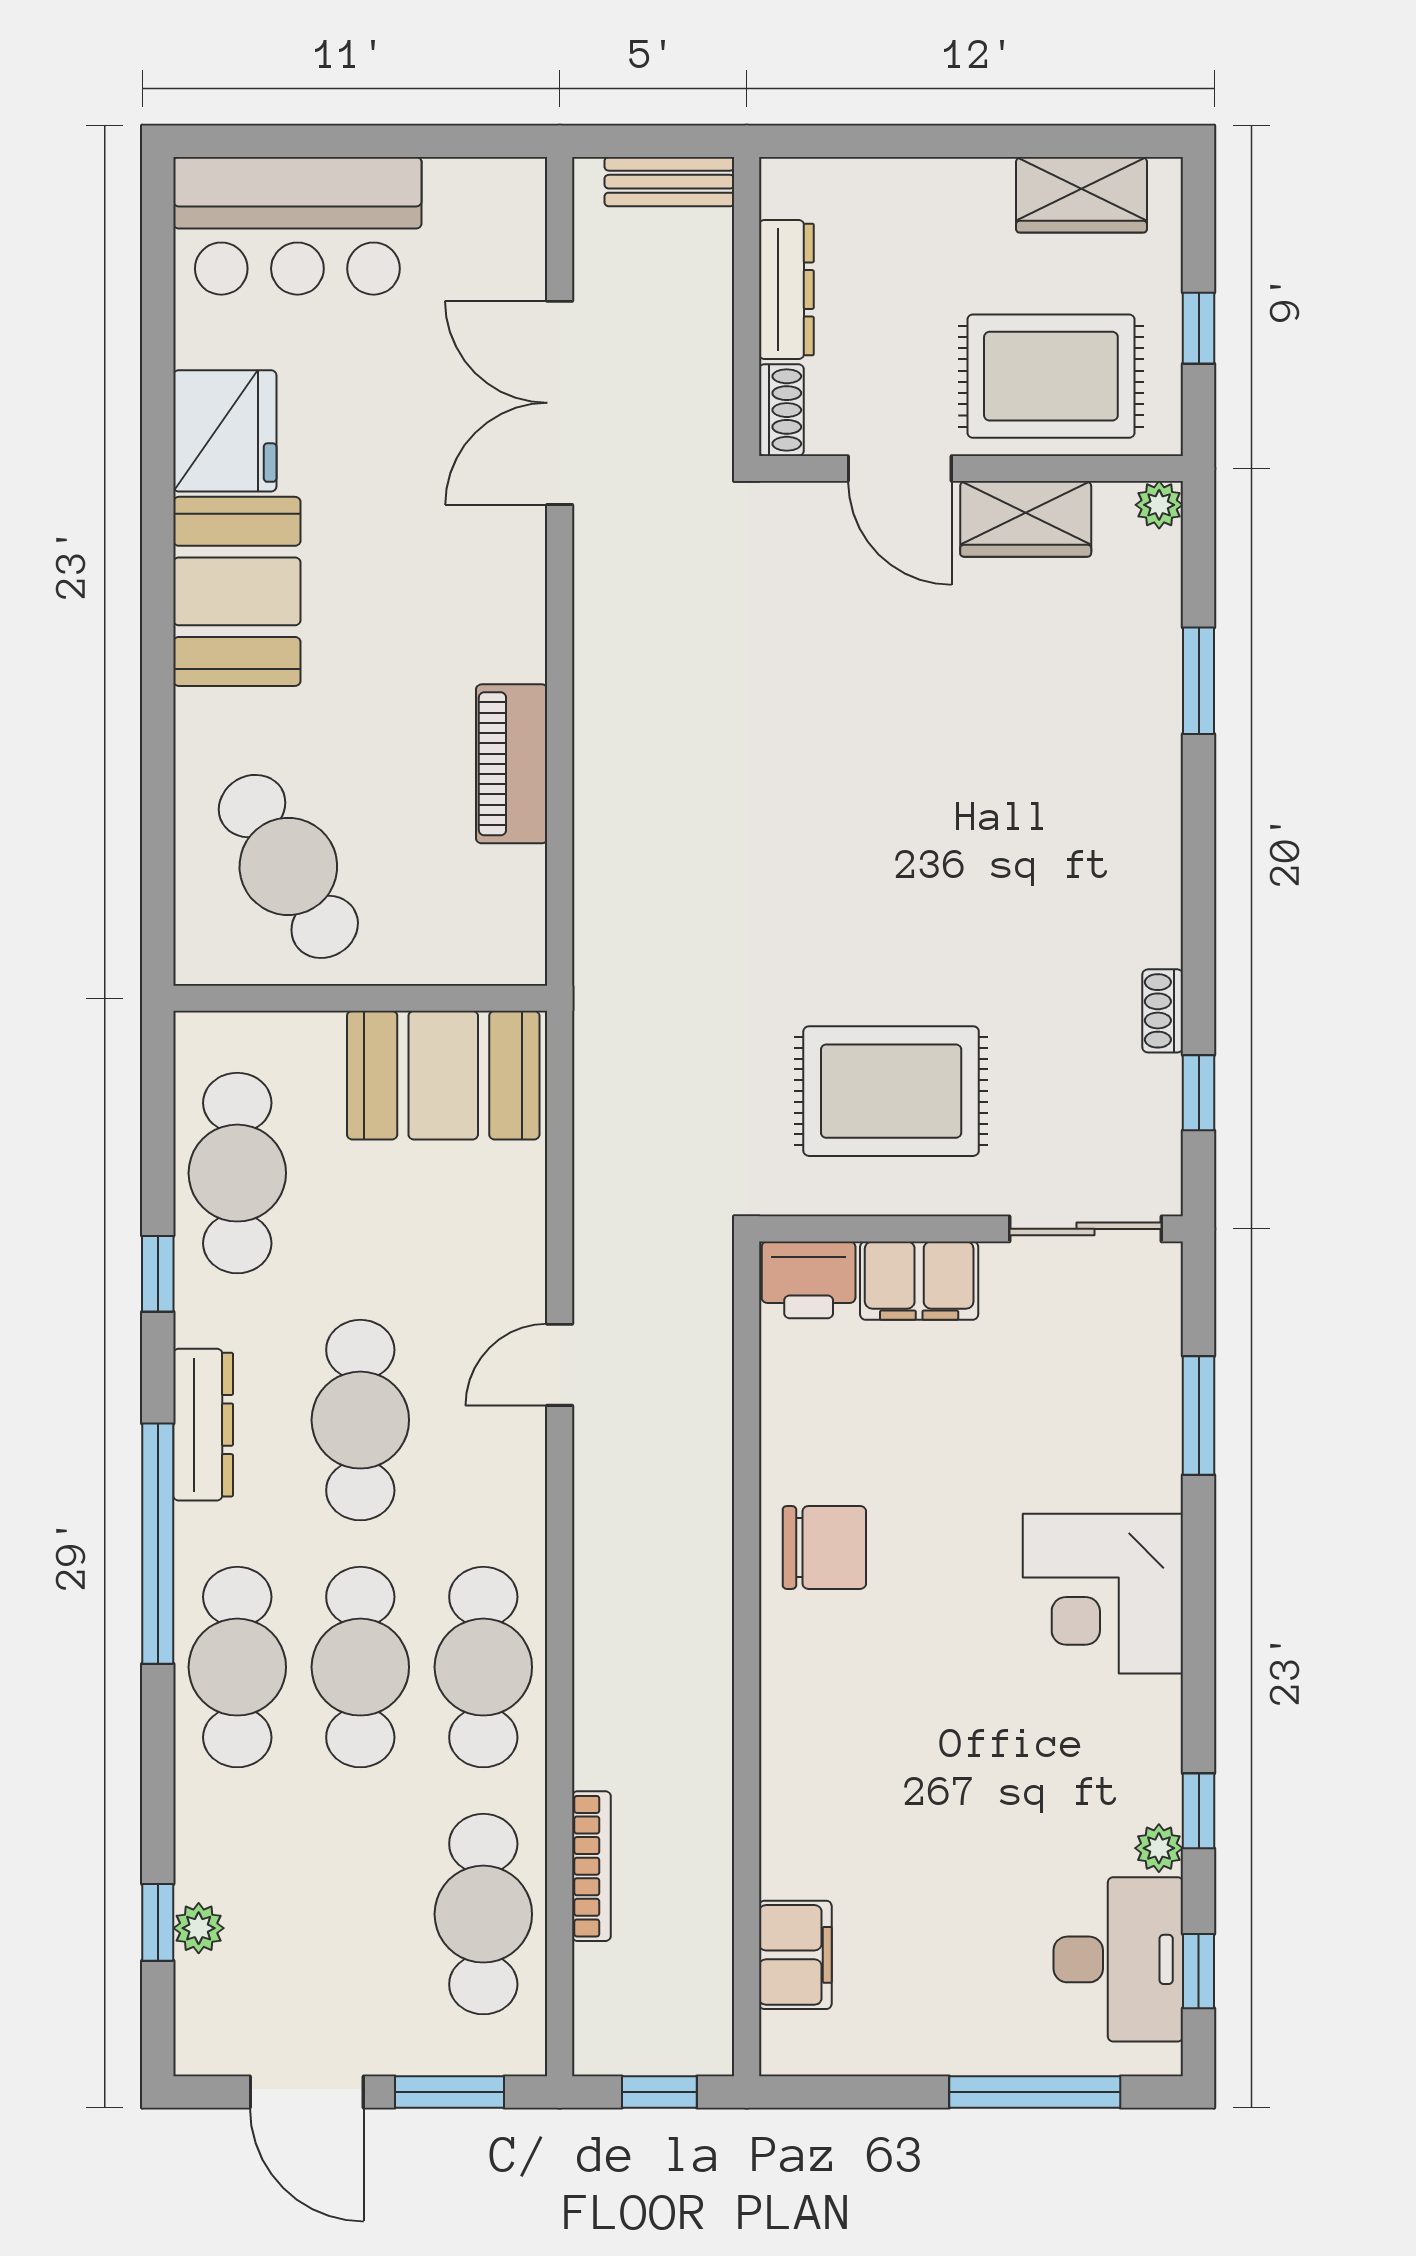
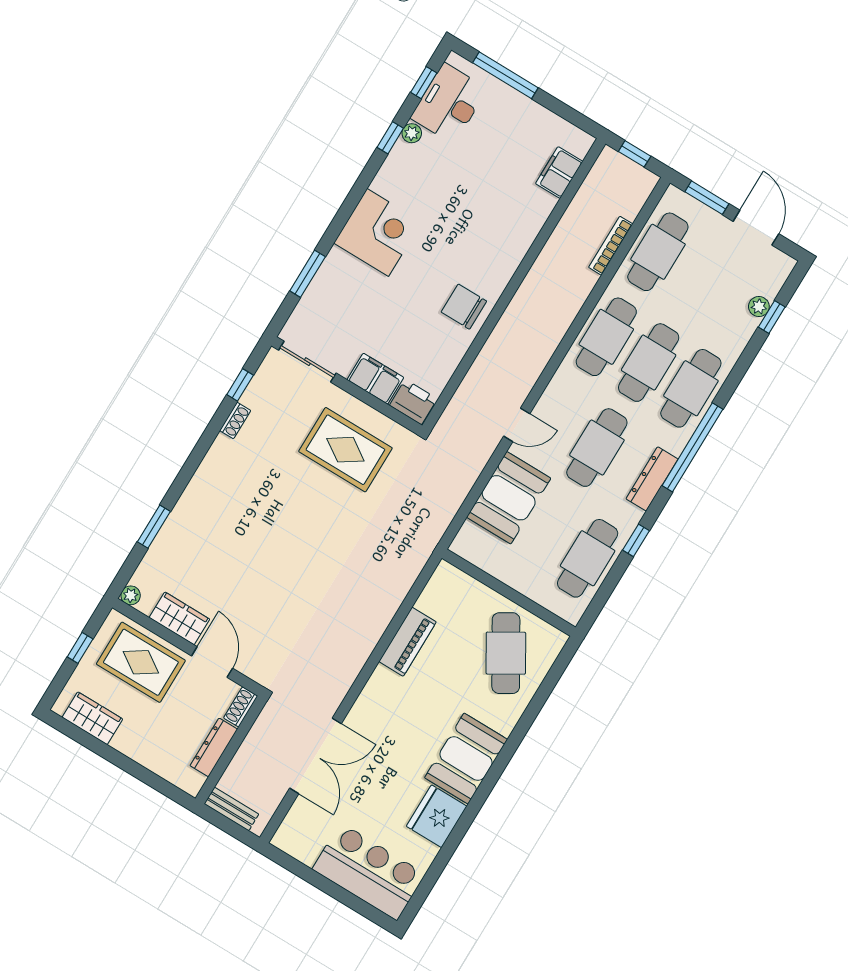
booth: (443, 1075) -> (509, 498), moved, turned 90

